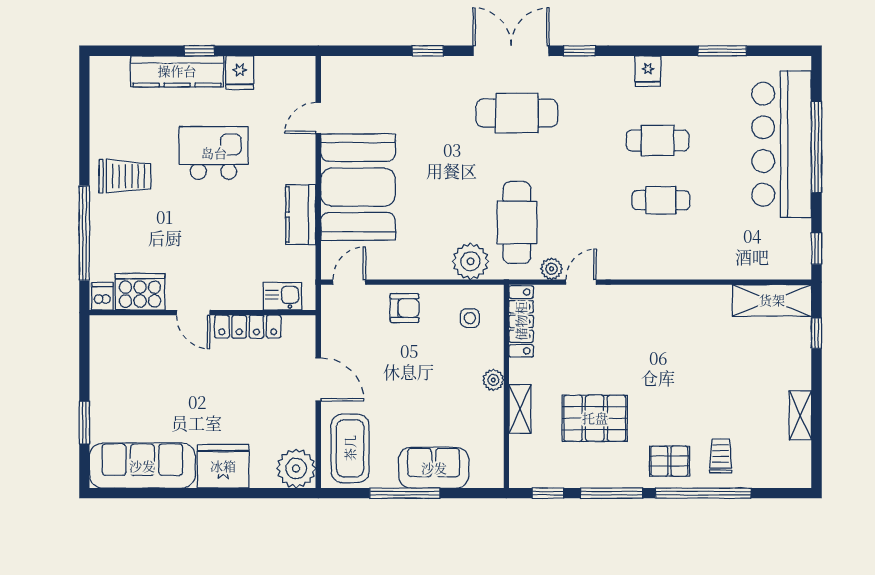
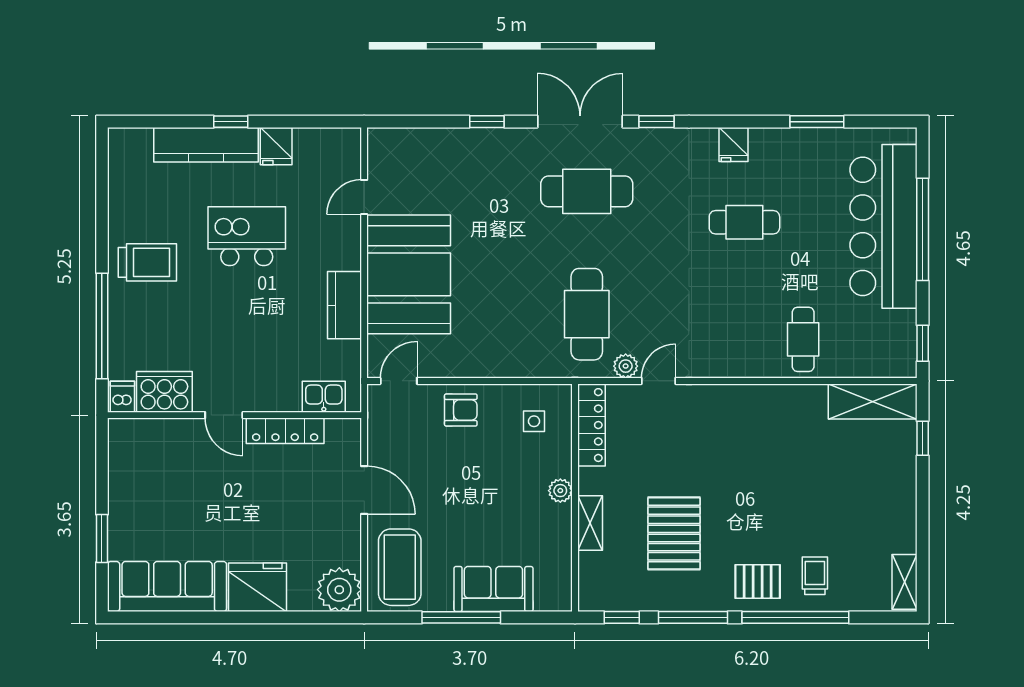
cafe table: (661, 200) -> (803, 339), moved, turned 90
plant: (470, 261) -> (535, 358), removed
shelving: (800, 415) -> (904, 582), moved
pallet: (595, 418) -> (674, 533), turned 90

